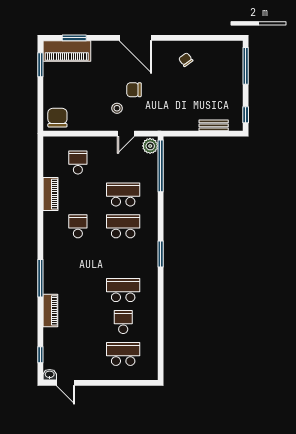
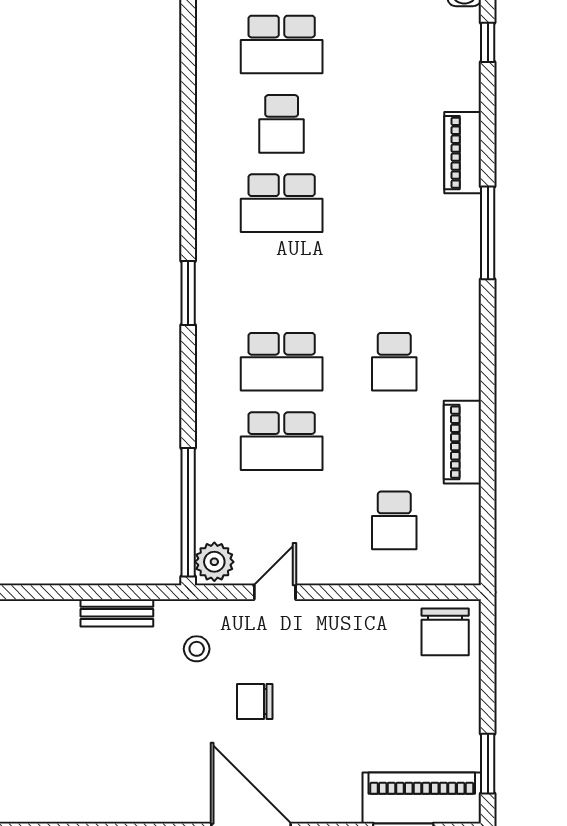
chair: (186, 60) -> (126, 776), removed
chair: (134, 90) -> (255, 701), turned 180
stool: (117, 108) -> (197, 649), moved
bench: (214, 125) -> (117, 613), moved

